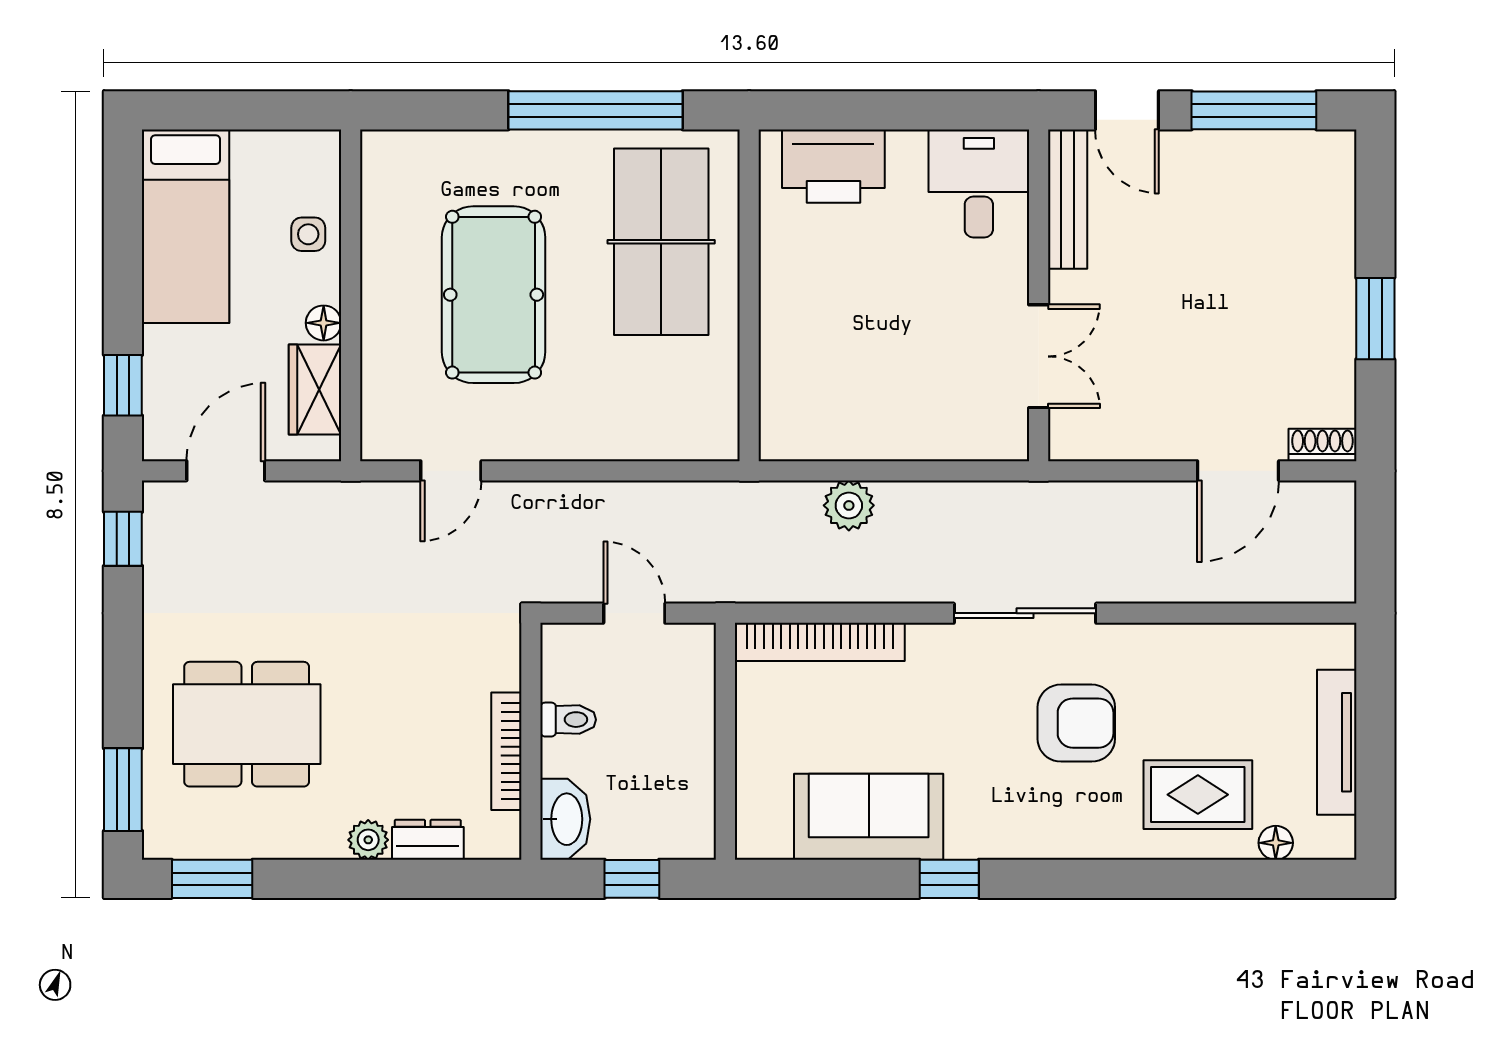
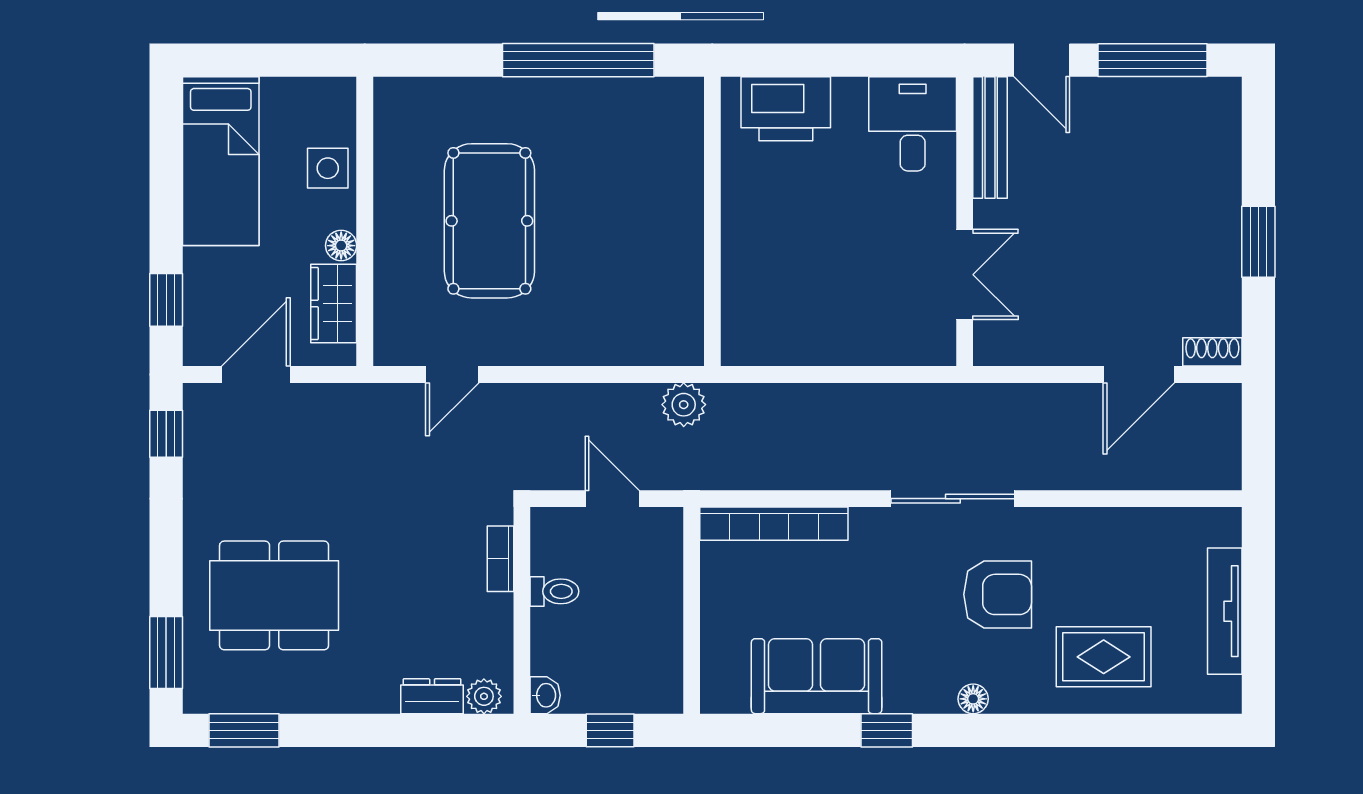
side table: (308, 234) -> (328, 168), width x1.37, depth x1.37
table tennis table: (661, 242) -> (636, 175), removed
plant: (849, 505) -> (684, 405), moved
bookcase: (506, 751) -> (501, 559), moved, width x0.64
washbasin: (565, 819) -> (545, 695), width x0.52, depth x0.69
plant: (368, 840) -> (484, 696), moved
floor lamp: (1276, 843) -> (973, 699), moved

